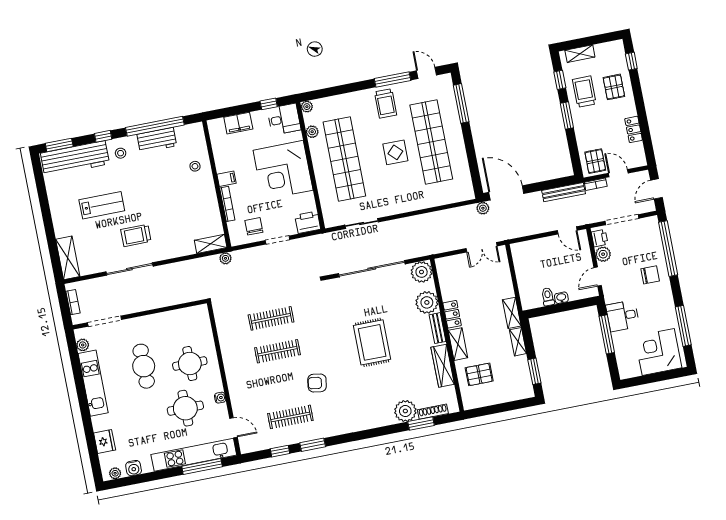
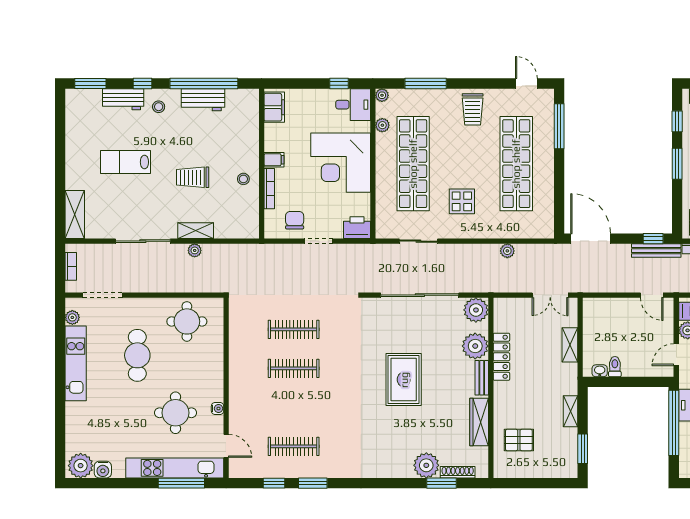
window: (392, 80) -> (426, 84), moved
filing cabinet: (238, 123) -> (274, 107), moved, turned -90
display table: (395, 152) -> (462, 201), moved
workbench: (75, 159) -> (123, 99), width x0.53, depth x0.76
stool: (195, 166) -> (243, 179), moved
window: (559, 183) -> (653, 239), added
lab bench: (102, 205) -> (126, 162), turned 180
plant: (483, 208) -> (507, 251), moved
trolley: (136, 235) -> (193, 177), moved
shelving: (211, 244) -> (196, 231), moved
plant: (225, 258) -> (195, 250), moved
washbasin: (561, 298) -> (600, 371), moved
shelving: (512, 313) -> (570, 345), moved
locker: (452, 314) -> (501, 357), width x1.53
window: (607, 334) -> (674, 423), width x1.46
shelving: (458, 344) -> (501, 401), removed
round table: (190, 364) -> (187, 321), moved
armchair: (317, 383) -> (332, 413), removed
fridge: (105, 441) -> (76, 433), removed
plant: (115, 473) -> (81, 466), width x1.88, depth x1.88

